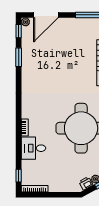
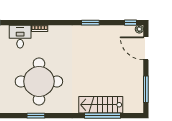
window: (19, 57) -> (90, 23), moved

